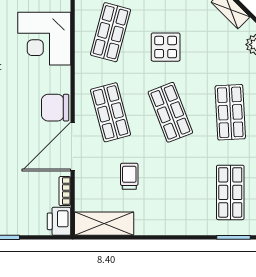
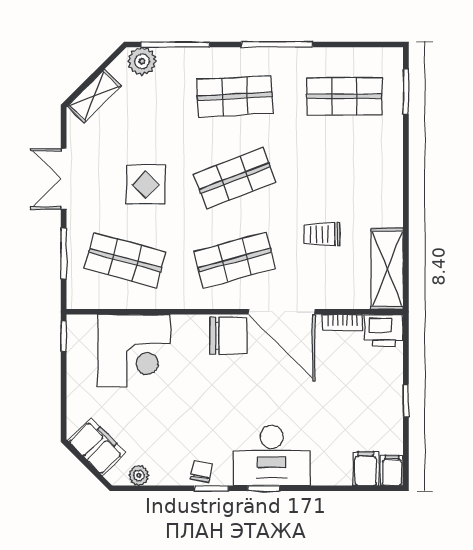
chair: (55, 108) -> (228, 336), turned -90

